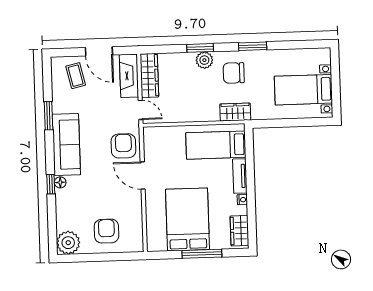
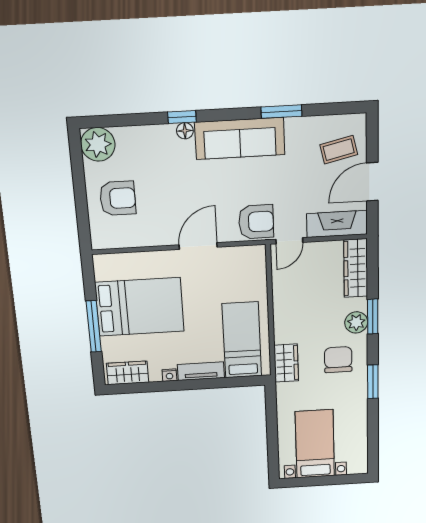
wardrobe: (149, 75) -> (356, 268), moved, turned 90
armchair: (123, 146) -> (256, 222), moved

